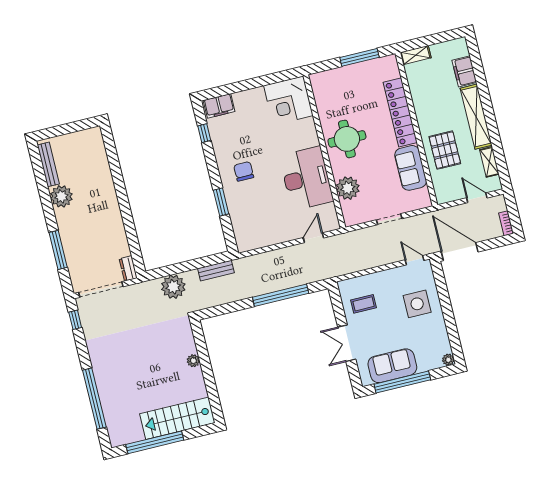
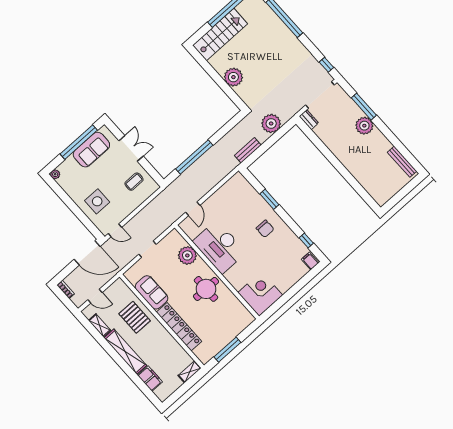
filing cabinet: (219, 106) -> (310, 261), width x0.50
plant: (61, 196) -> (364, 126), moved
plant: (193, 361) -> (233, 77), width x1.87, depth x1.87

